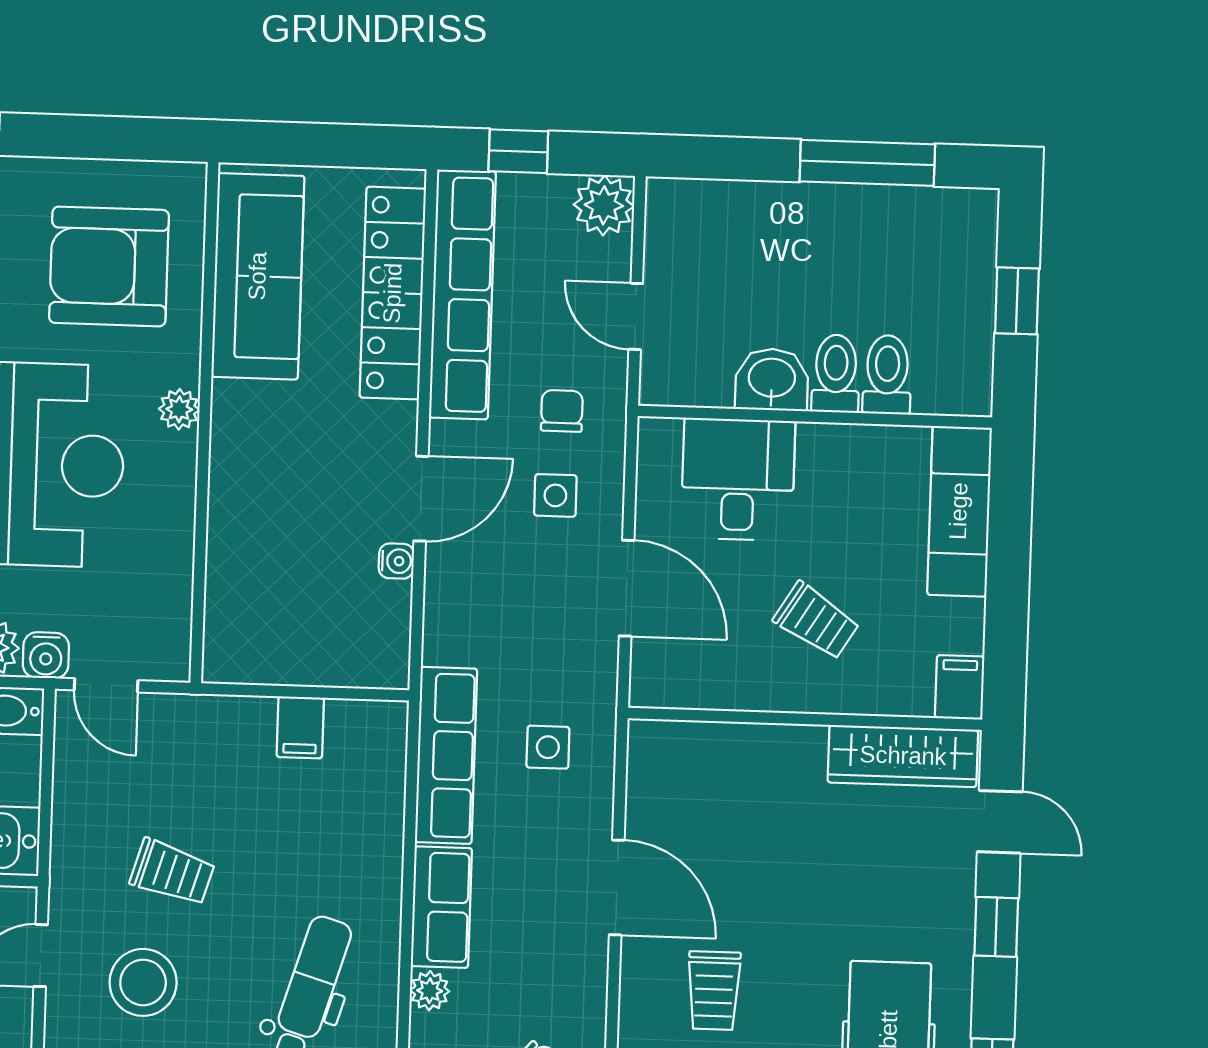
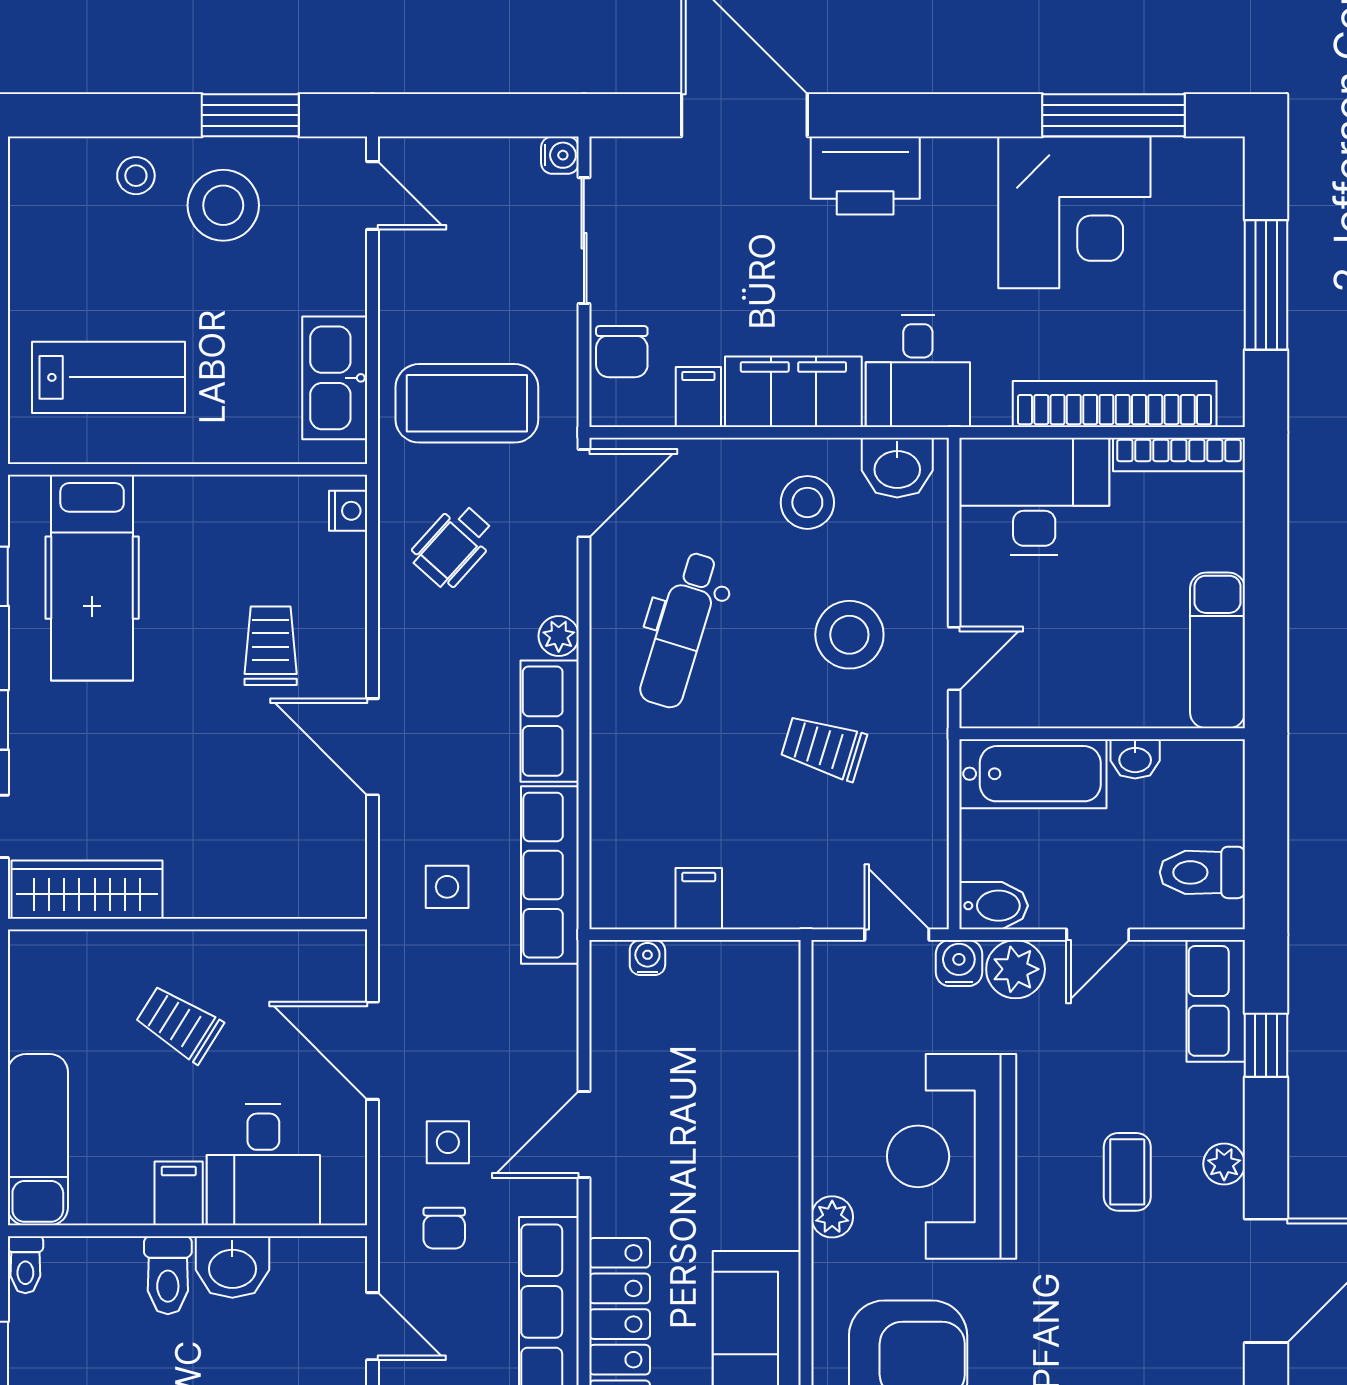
toilet: (887, 375) -> (25, 1265), moved, width x0.73, depth x0.72
water cooler: (396, 561) -> (647, 958), moved, turned 90
filing cabinet: (960, 687) -> (179, 1193), moved, turned 180

